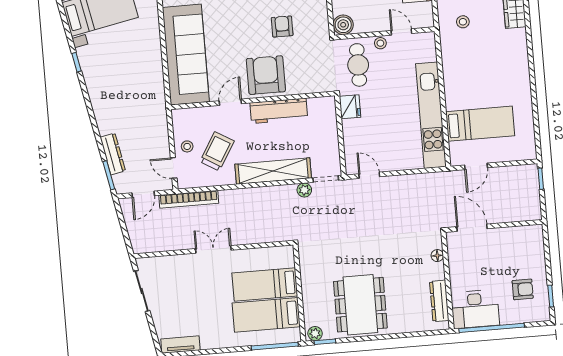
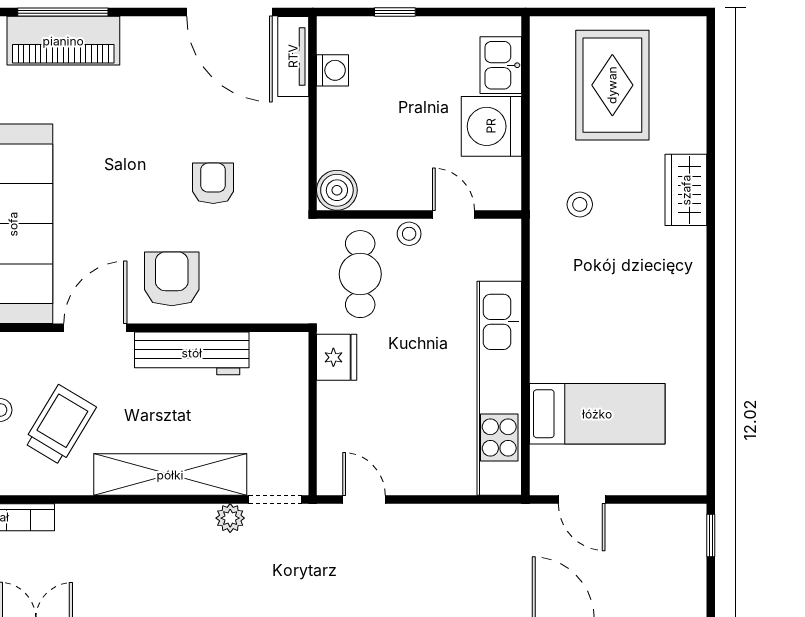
armchair: (266, 75) -> (172, 279), width x0.73, depth x0.73
door: (230, 102) -> (95, 328), width x1.38
door: (476, 166) -> (582, 499), hinge flipped

